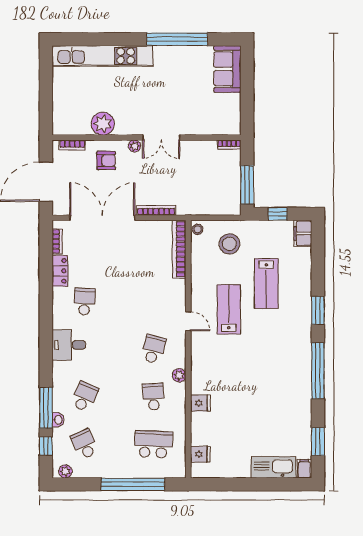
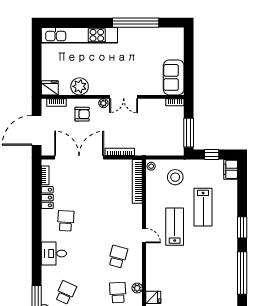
sofa: (227, 69) -> (174, 77), moved
fridge: (63, 126) -> (50, 88), added
plant: (179, 375) -> (137, 288), moved

